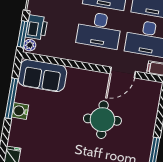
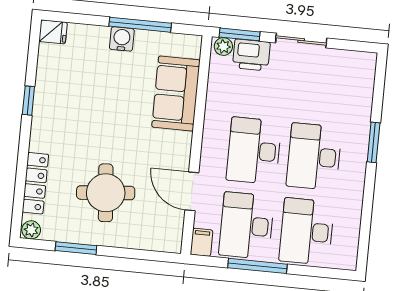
sofa: (42, 76) -> (176, 93), moved
round table: (102, 120) -> (106, 193), moved

